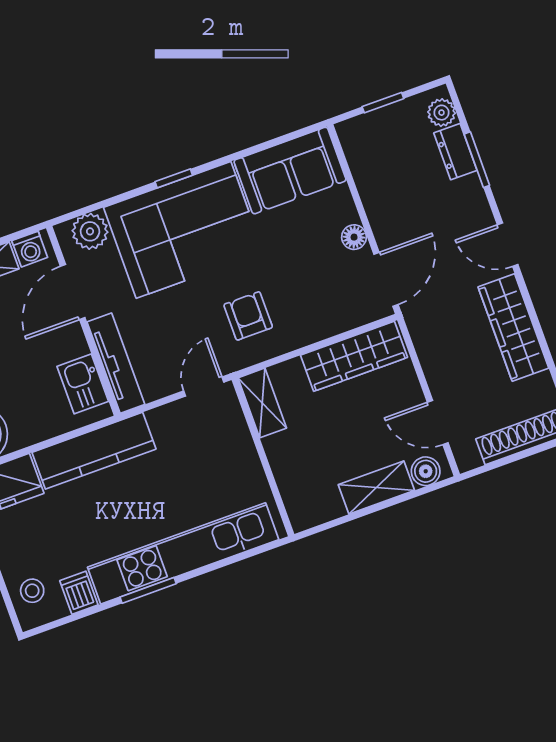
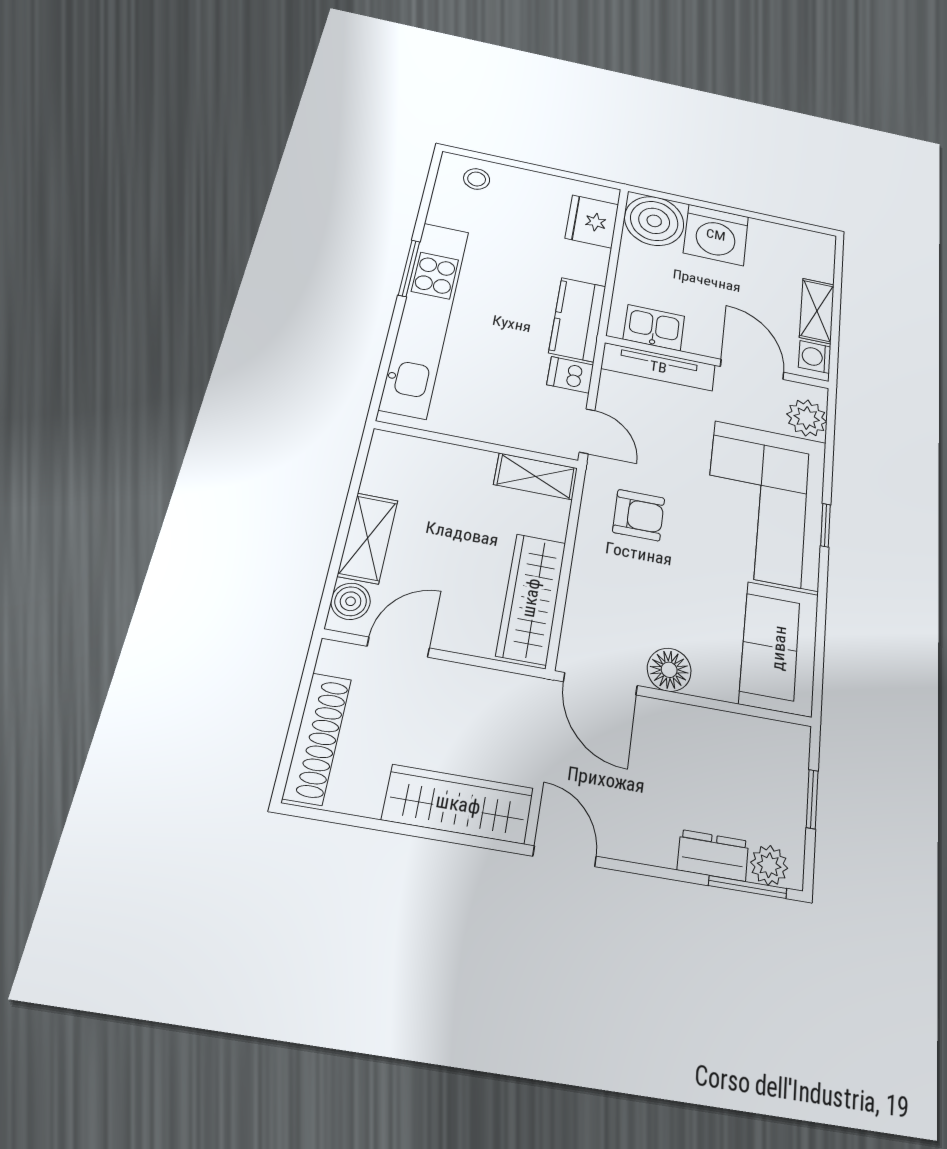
window: (477, 160) -> (748, 887), moved
floor lamp: (354, 237) -> (669, 670), width x1.37, depth x1.37
door: (508, 245) -> (565, 856), hinge flipped
kitchen counter: (94, 451) -> (578, 319), width x0.67
dishwasher: (79, 593) -> (570, 375), moved, turned 180

